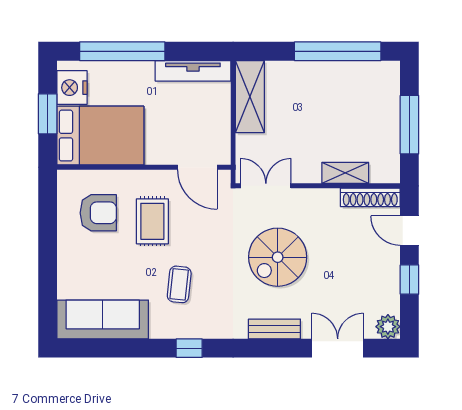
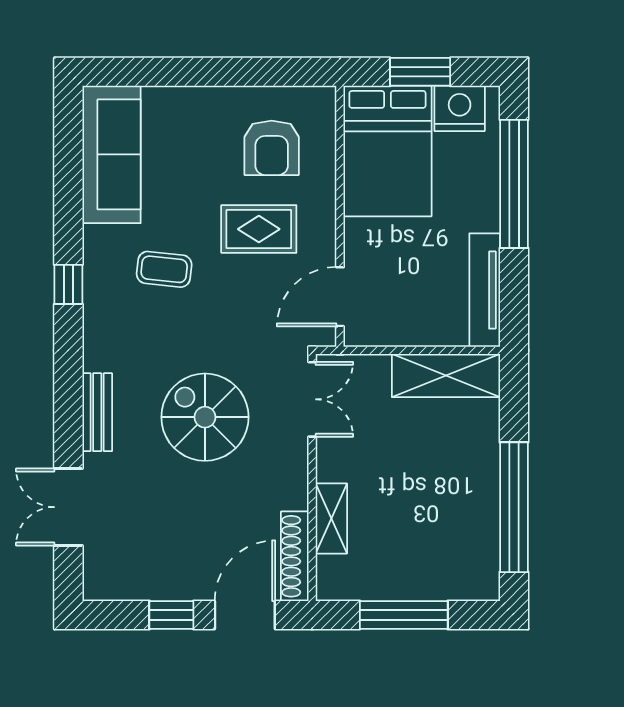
door: (409, 231) -> (245, 615), width x1.38
plant: (388, 327) -> (101, 583), removed
double door: (338, 348) -> (68, 507), swing flipped

